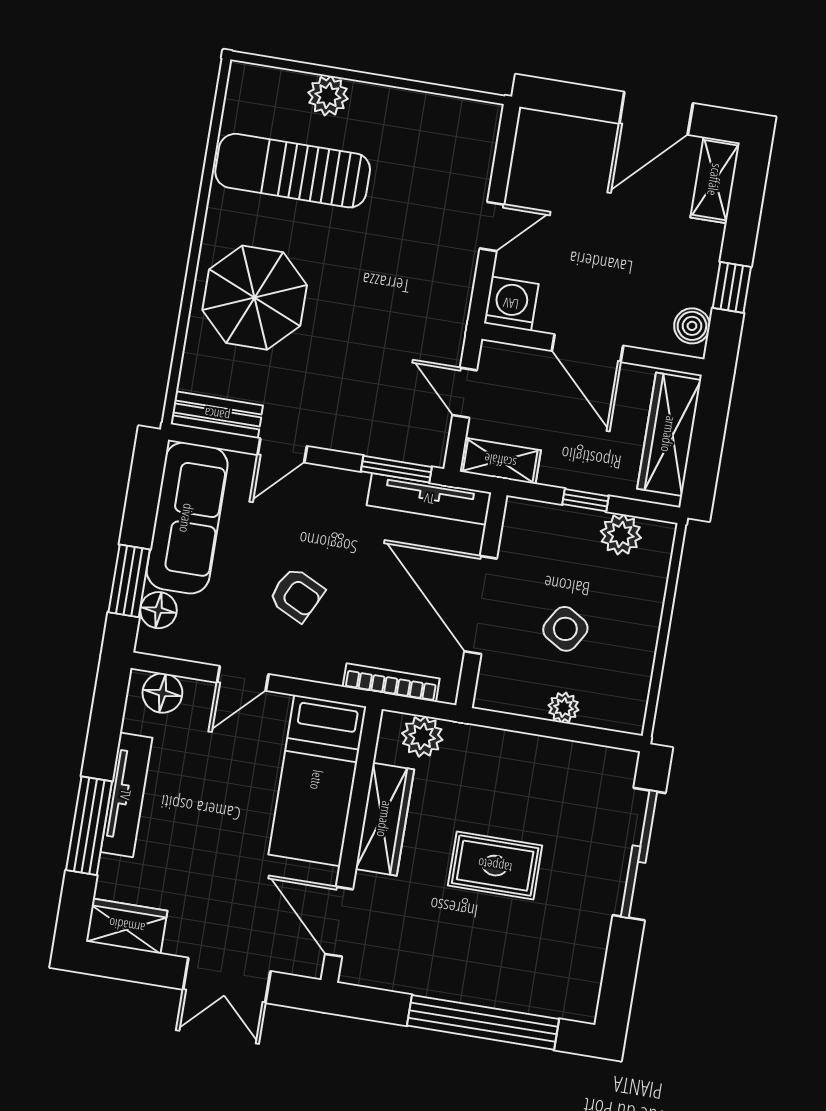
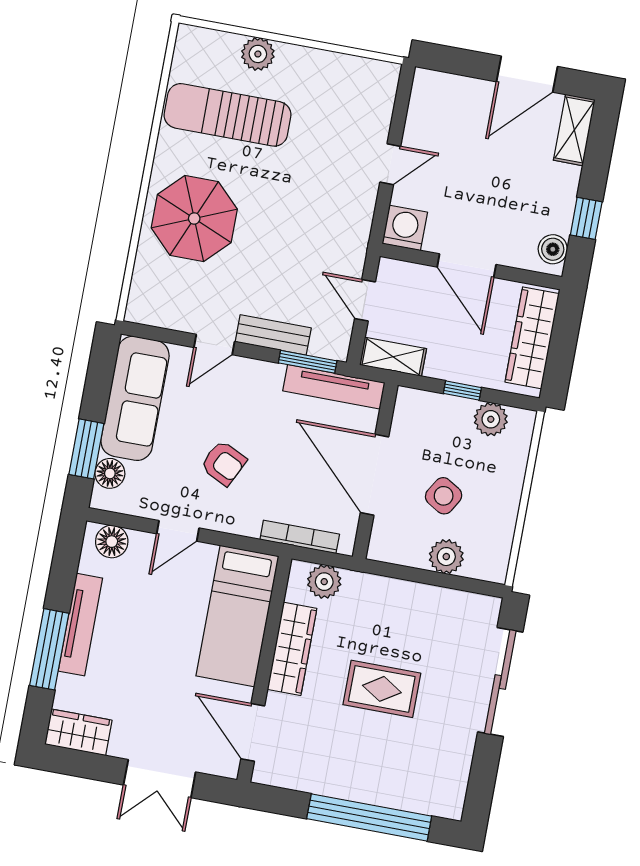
bench: (217, 415) -> (273, 335), moved
plant: (564, 708) -> (446, 557), width x1.38, depth x1.38

